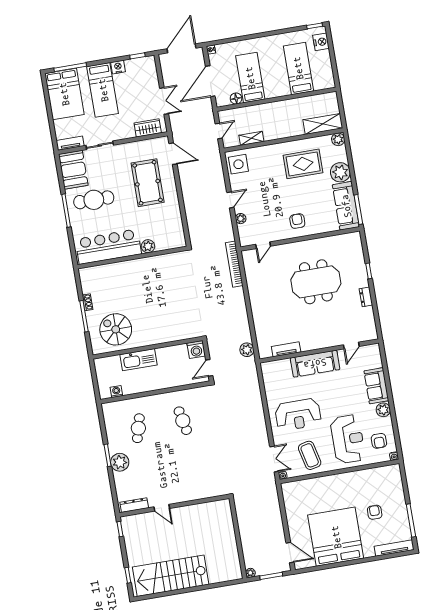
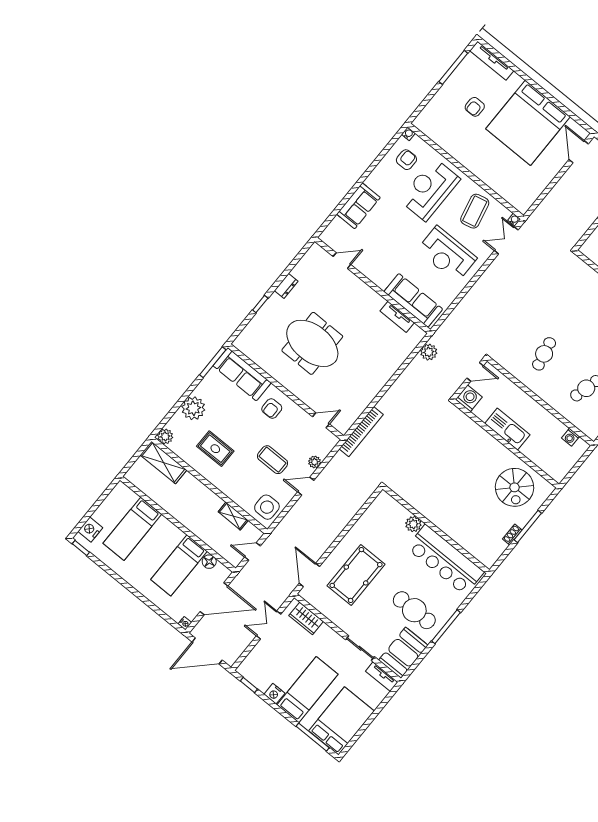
rug: (303, 164) -> (215, 449), width x0.73, depth x0.70
coffee table: (265, 194) -> (272, 460), added
sofa: (346, 206) -> (242, 374), moved, turned 90
kitchen sink: (139, 360) -> (507, 429), moved
sofa: (315, 364) -> (413, 300), moved
plant: (383, 410) -> (375, 180), removed
reception desk: (298, 415) -> (447, 254), turned 180

